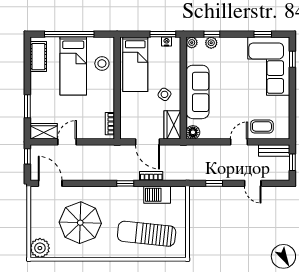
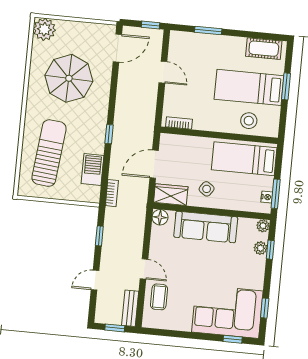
window: (69, 34) -> (286, 86), width x0.47
wardrobe: (44, 131) -> (178, 46), removed
bookcase: (151, 176) -> (112, 193), moved

